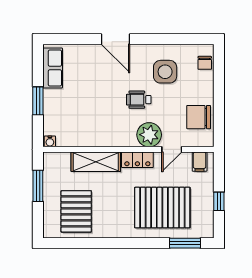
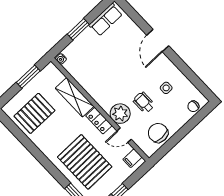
side table: (165, 72) -> (166, 88), width x0.54, depth x0.54
wheelchair: (139, 100) -> (144, 103), moved

